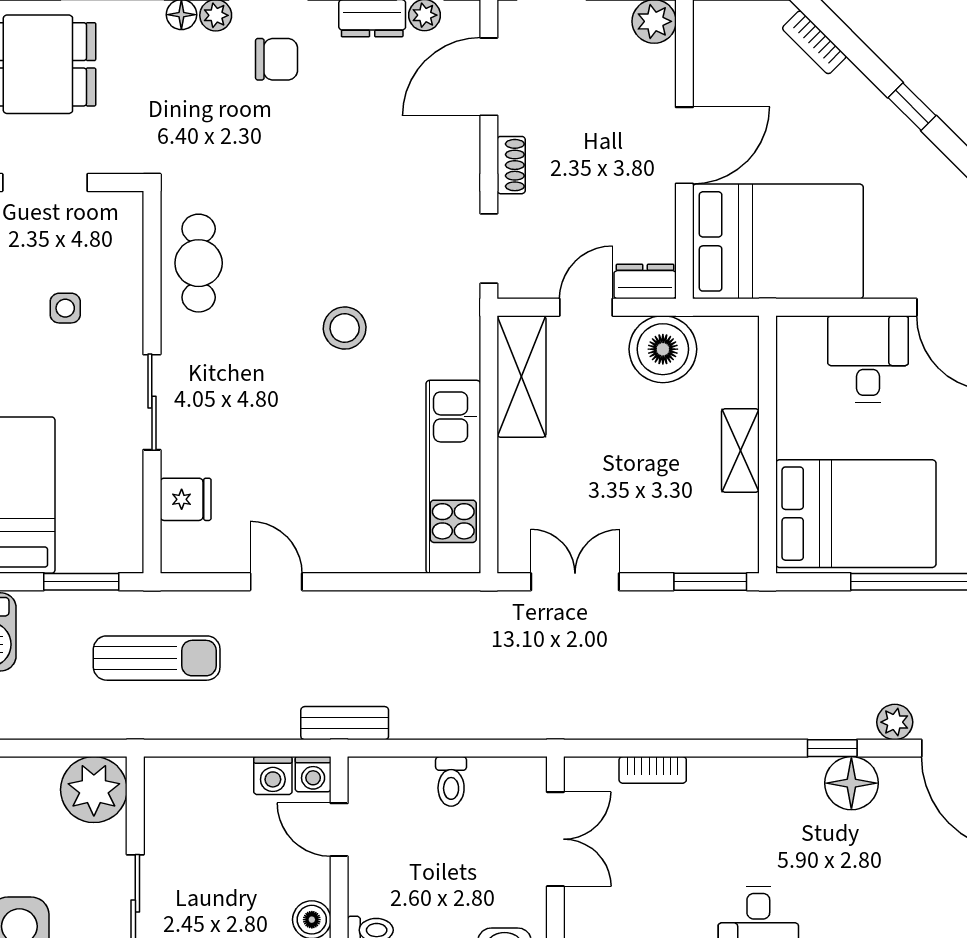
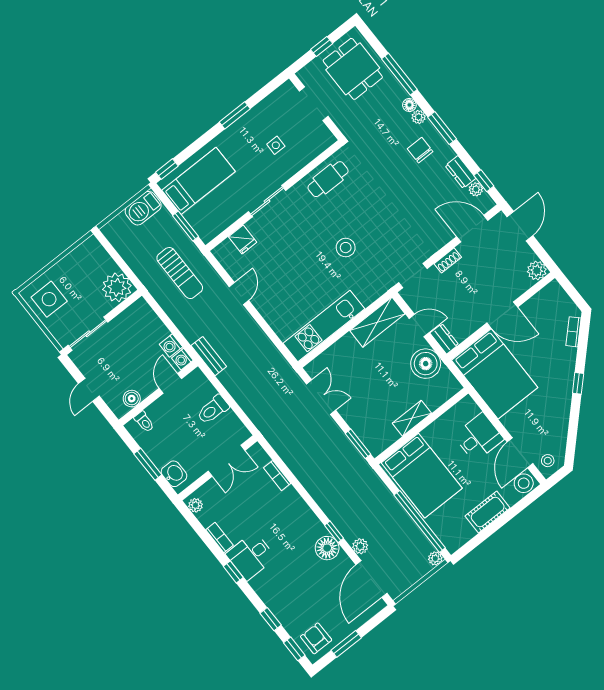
chair: (277, 59) -> (420, 150), turned 180
toilet: (451, 781) -> (213, 410), width x1.37, depth x1.39

